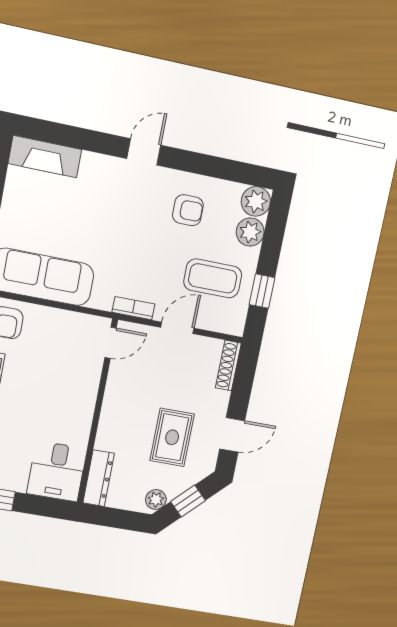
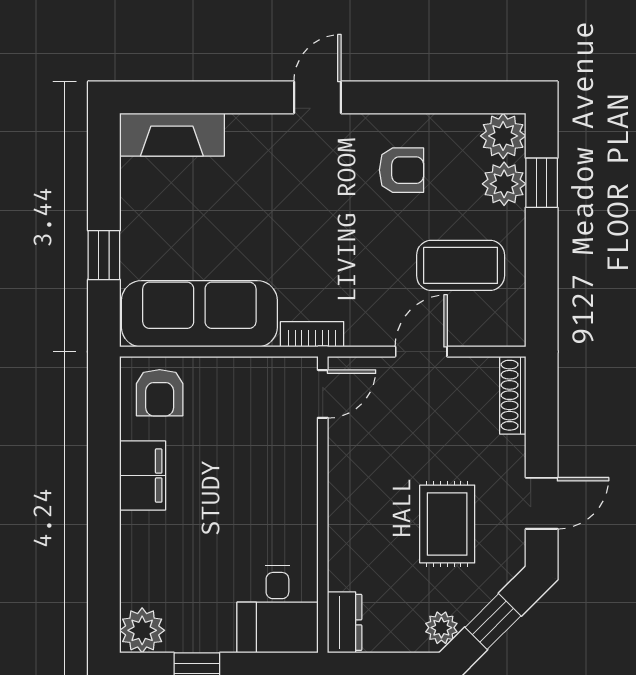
window: (262, 291) -> (542, 183), moved
bookcase: (133, 308) -> (312, 334), moved
dresser: (99, 478) -> (345, 622), width x0.70

